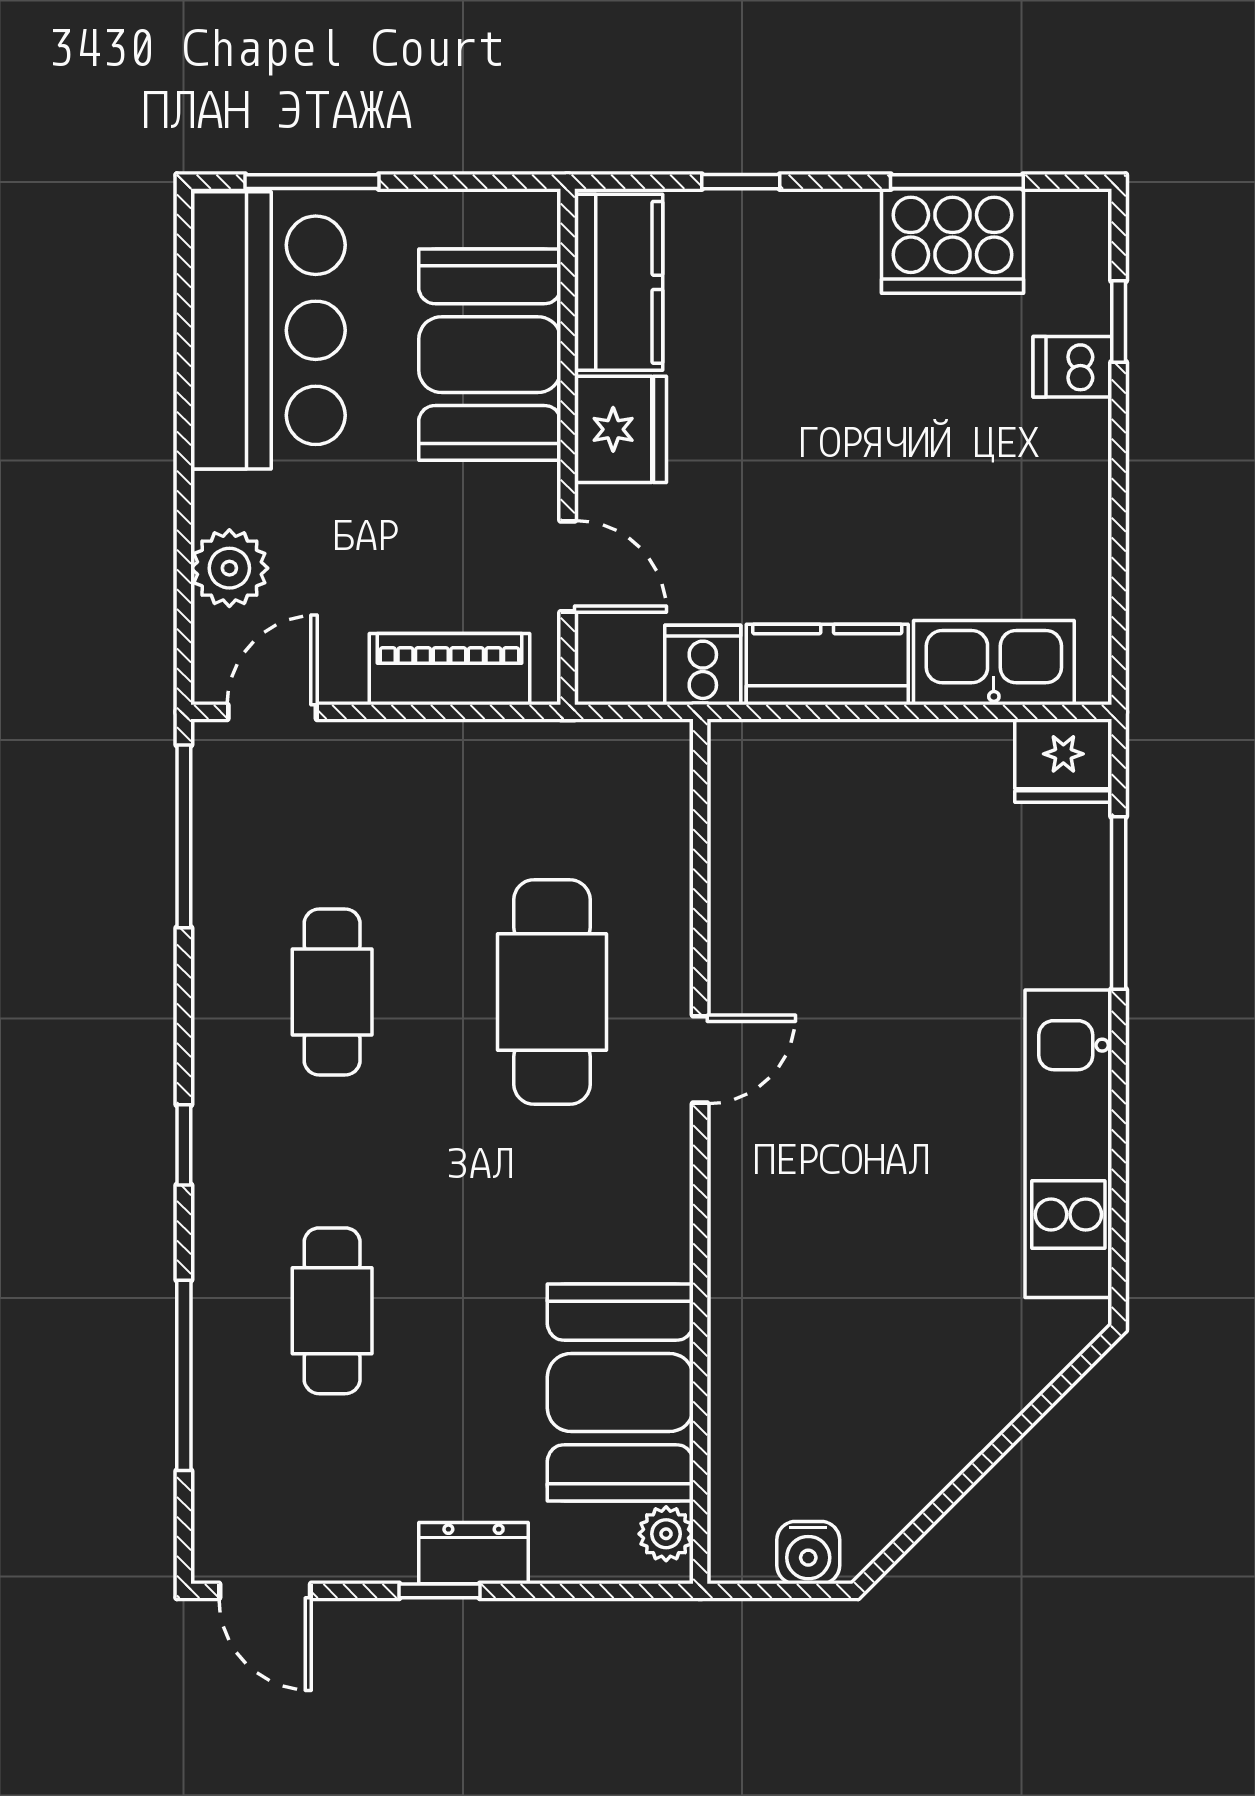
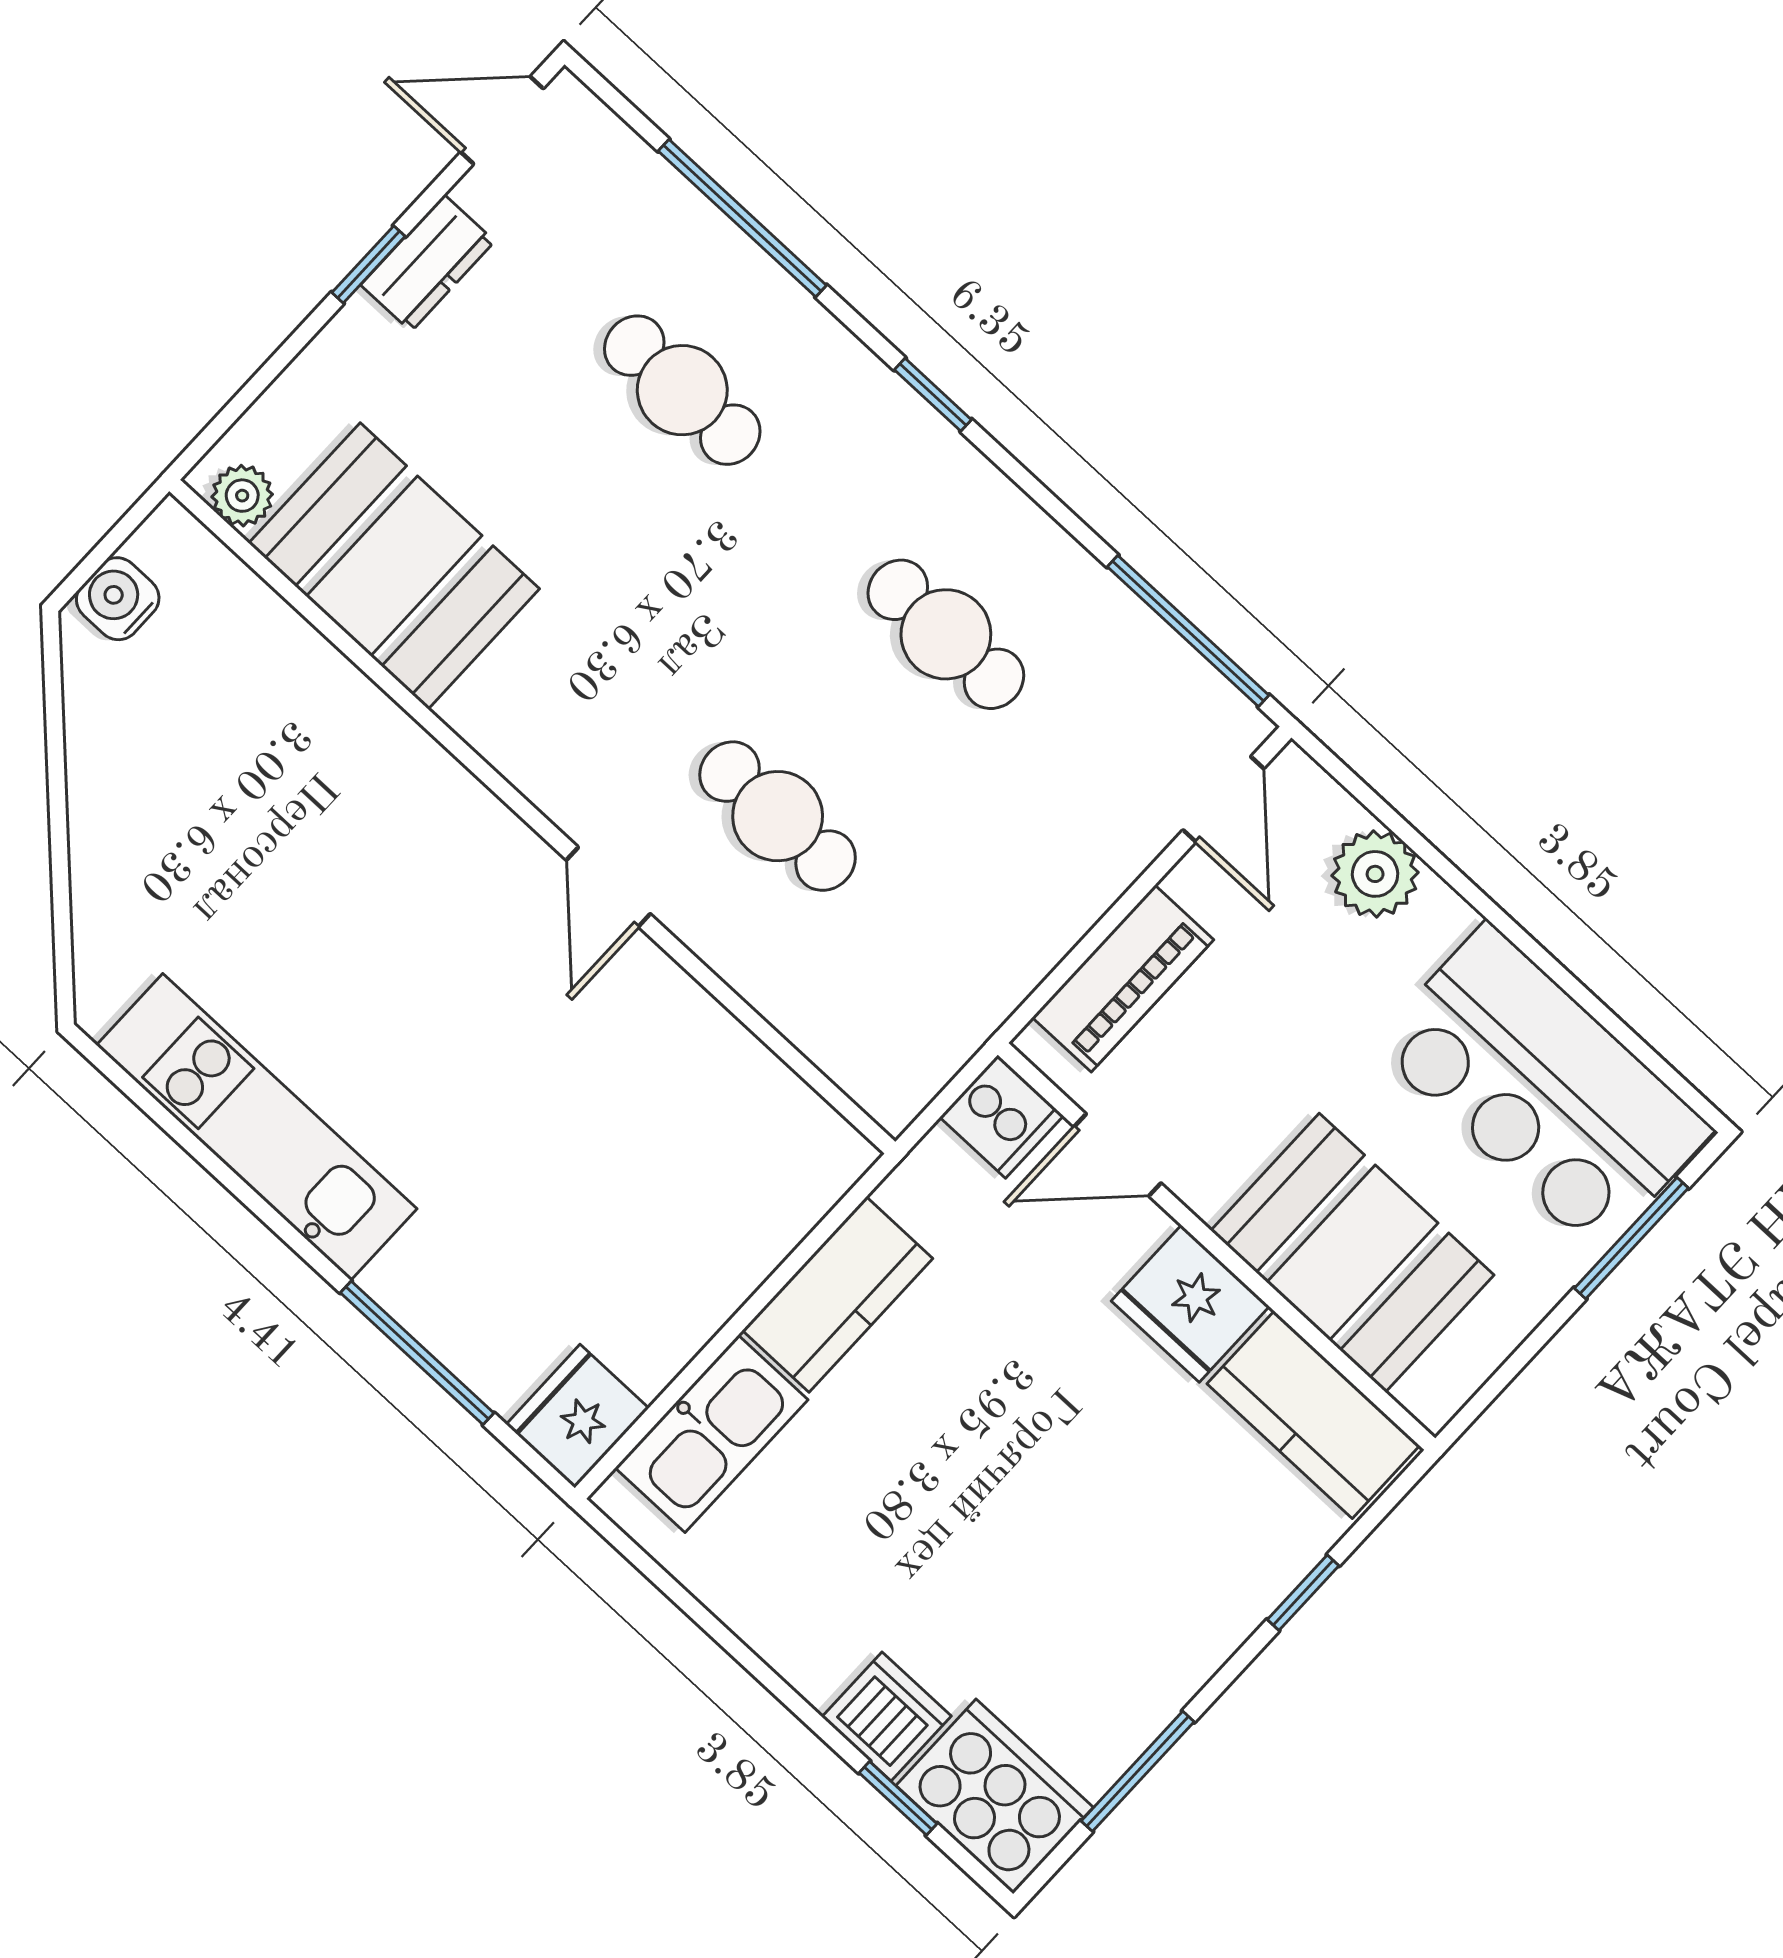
cooker: (953, 241) -> (995, 1796), moved, turned 90
dishwasher: (1072, 367) -> (887, 1717), width x1.38
cooker: (703, 665) -> (1002, 1117), moved
cafe table: (552, 992) -> (778, 816), width x0.73, depth x0.74
dresser: (474, 1553) -> (428, 263), moved

